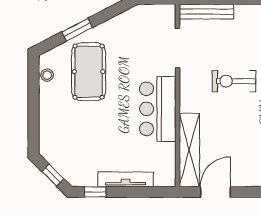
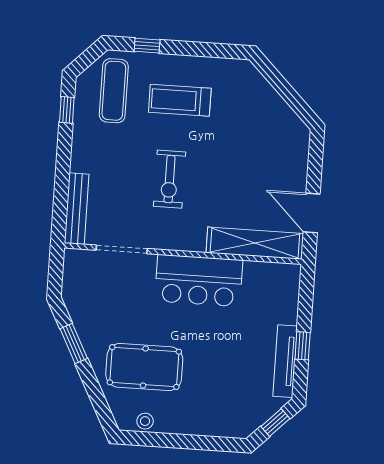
window: (77, 30) -> (74, 343), moved
tv unit: (126, 179) -> (285, 361), moved
window: (95, 192) -> (303, 346), moved

